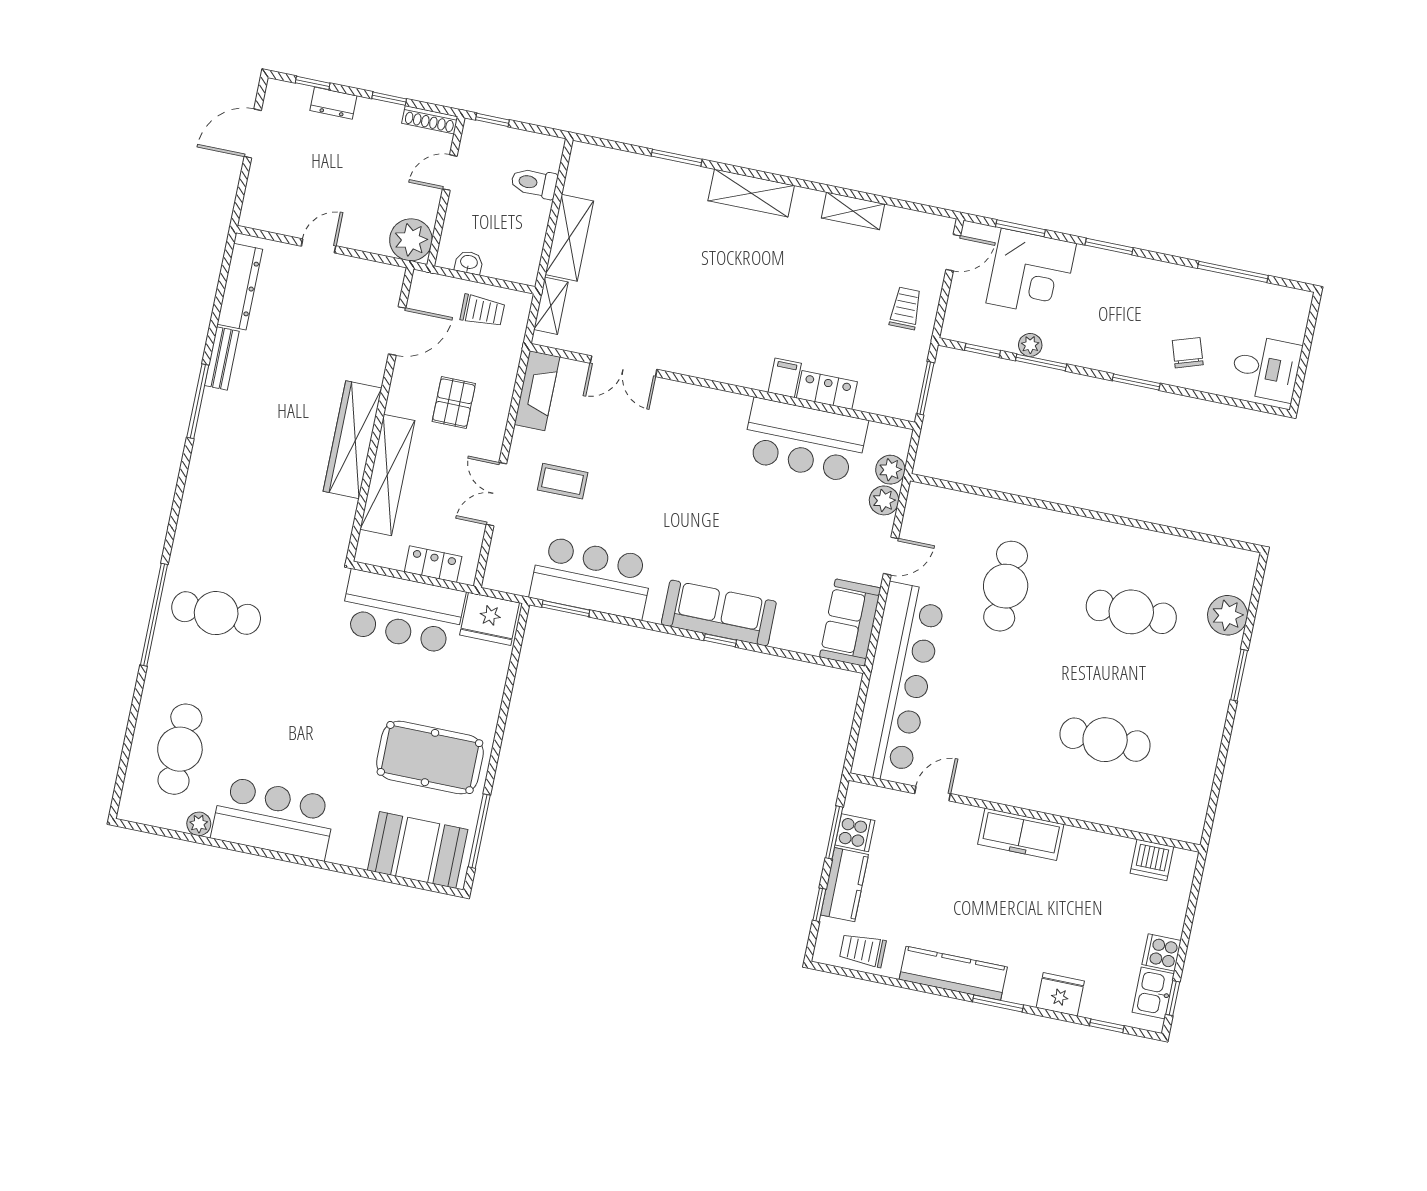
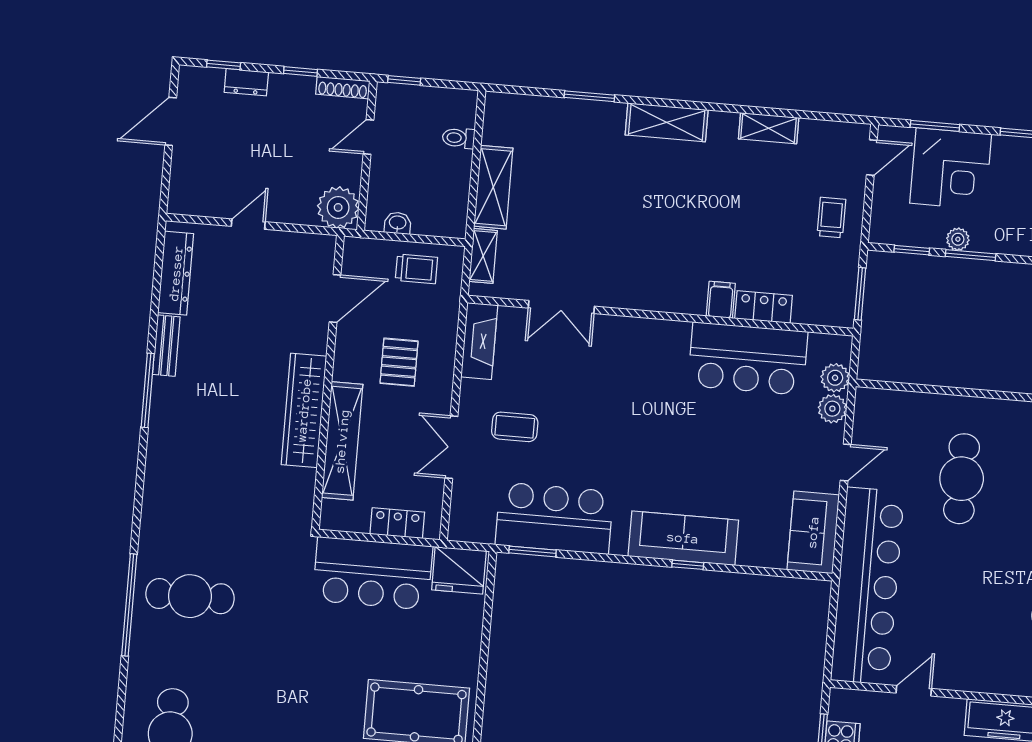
toilet: (534, 183) -> (459, 138), width x0.73, depth x0.72

